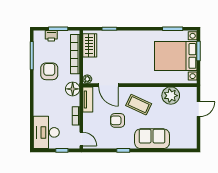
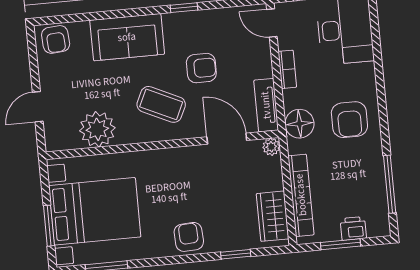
armchair: (131, 39) -> (189, 237), added
armchair: (49, 71) -> (349, 120), moved
armchair: (187, 141) -> (56, 39), added

